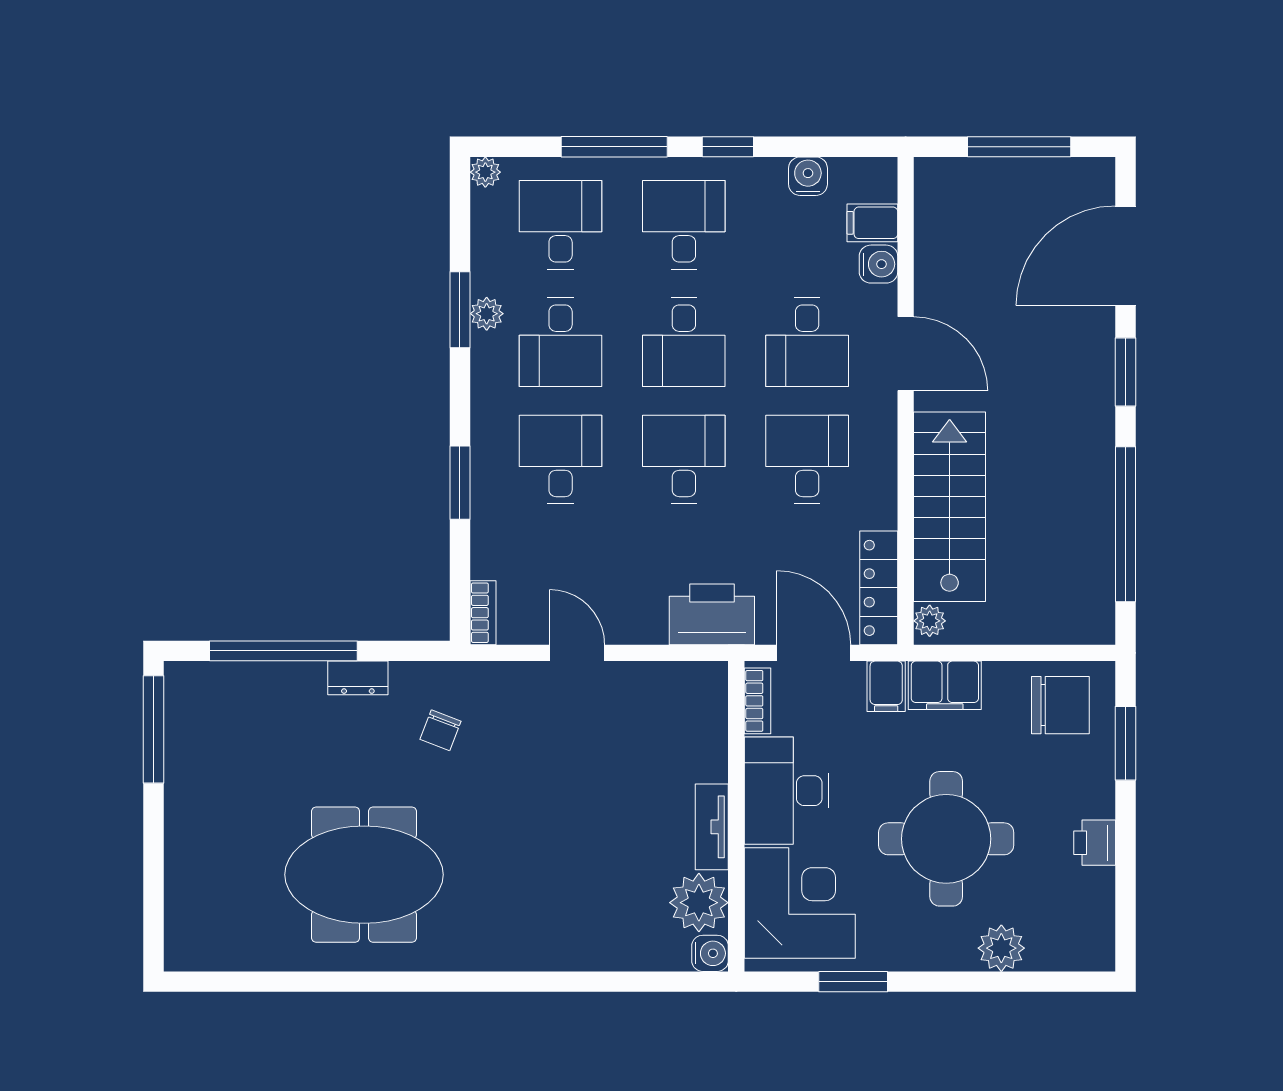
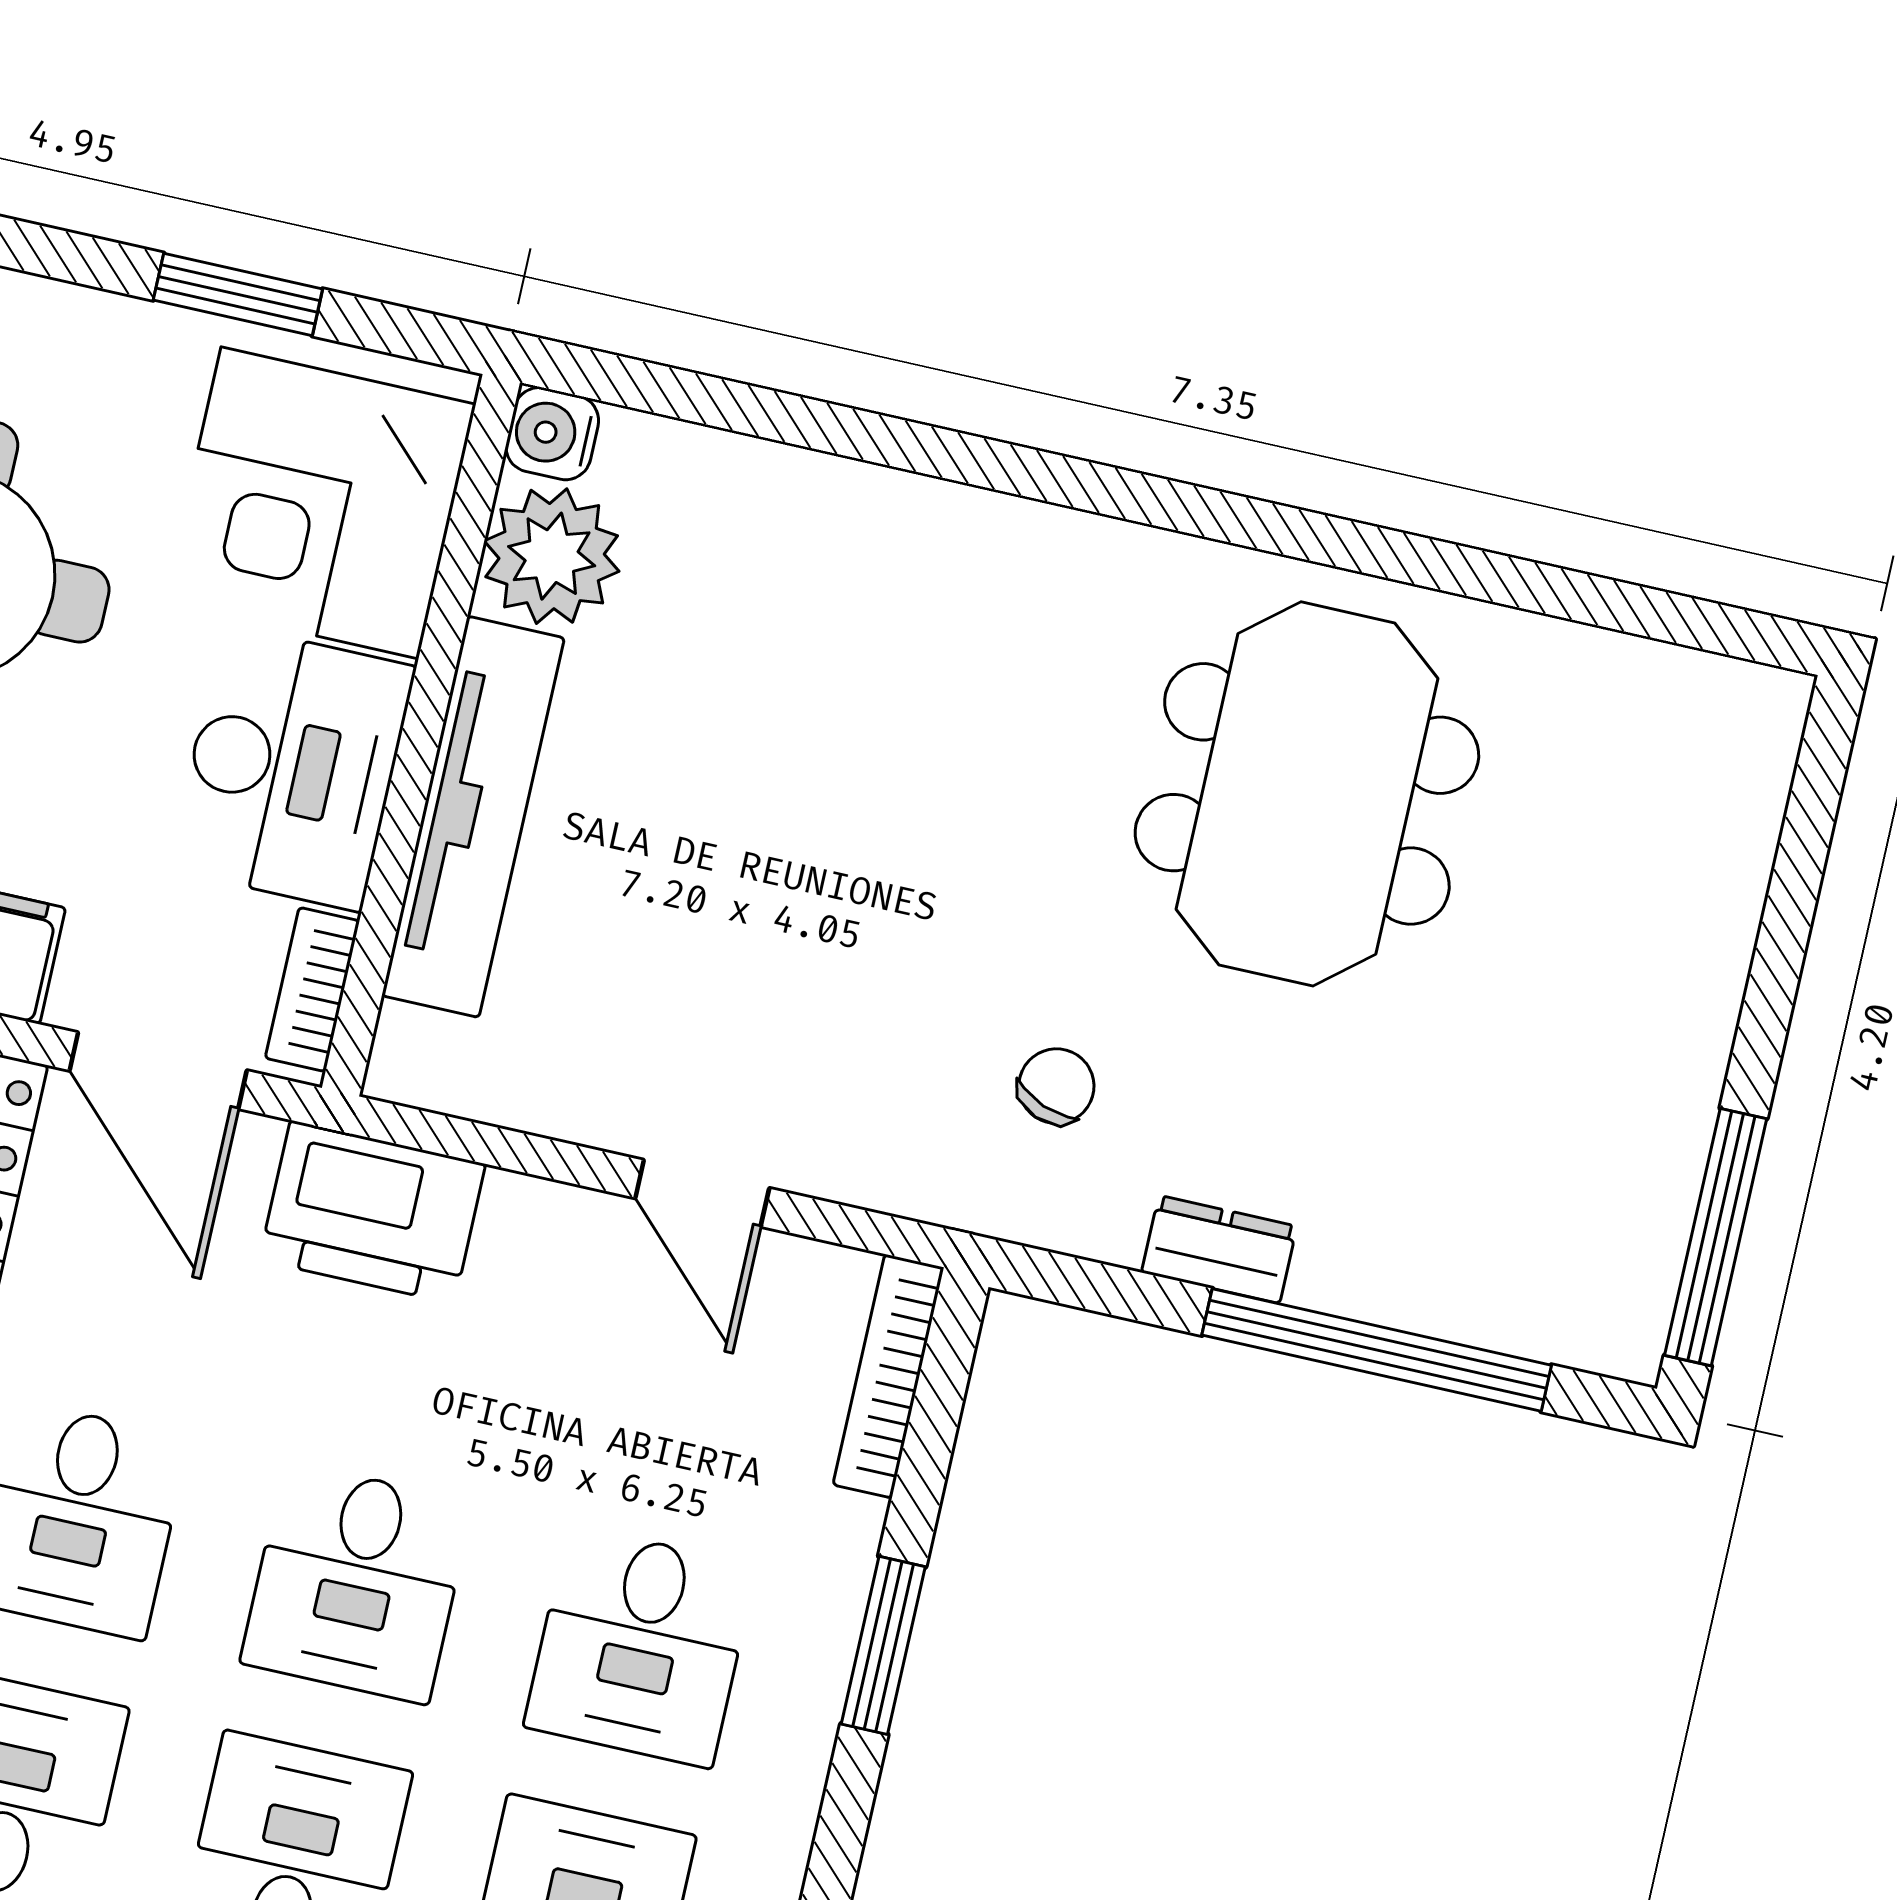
bookcase: (483, 613) -> (888, 1376), width x1.56
tv unit: (712, 827) -> (473, 817), width x1.92, depth x1.29
meeting table: (364, 875) -> (1307, 794), turned 90

